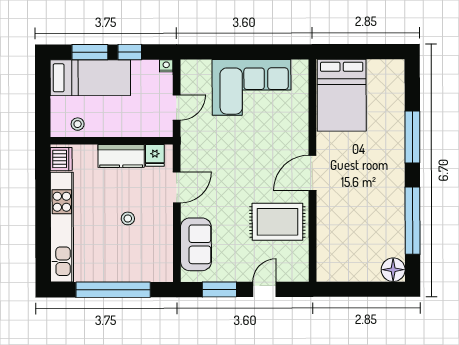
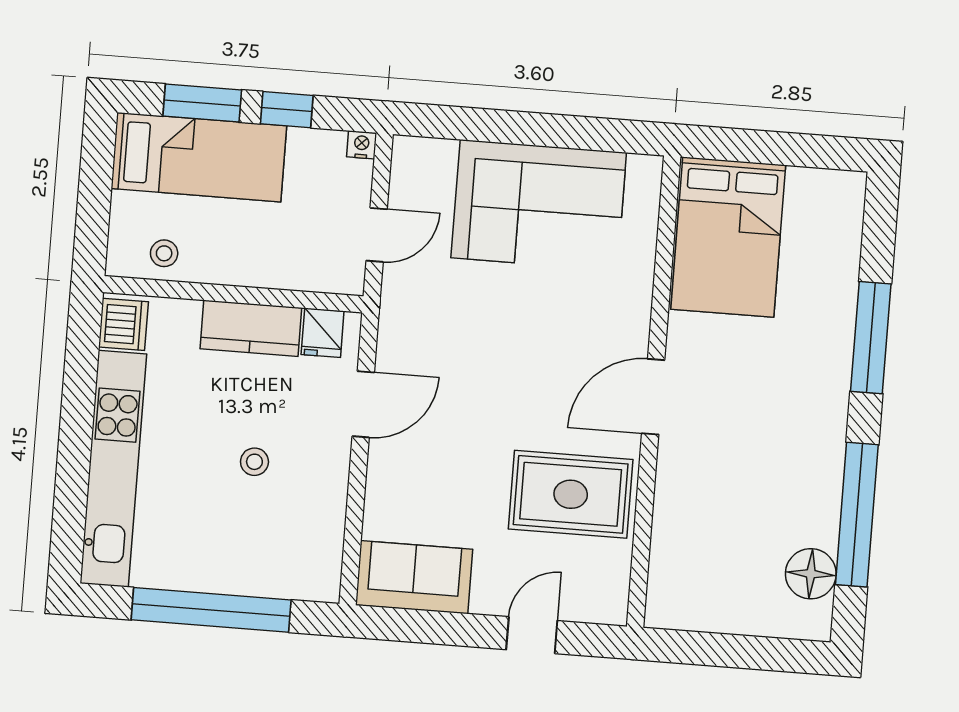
sofa: (196, 244) -> (414, 577), moved, turned -90
floor lamp: (393, 270) -> (811, 574), moved
window: (219, 289) -> (436, 628), removed

